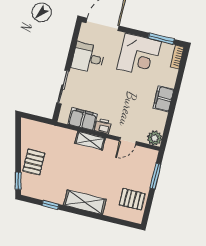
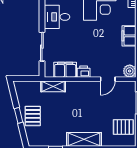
shelving: (90, 141) -> (53, 86), moved
window: (18, 181) -> (19, 115), moved

